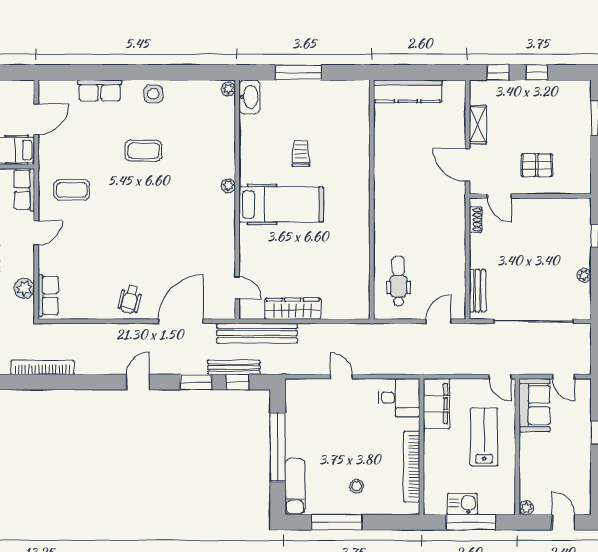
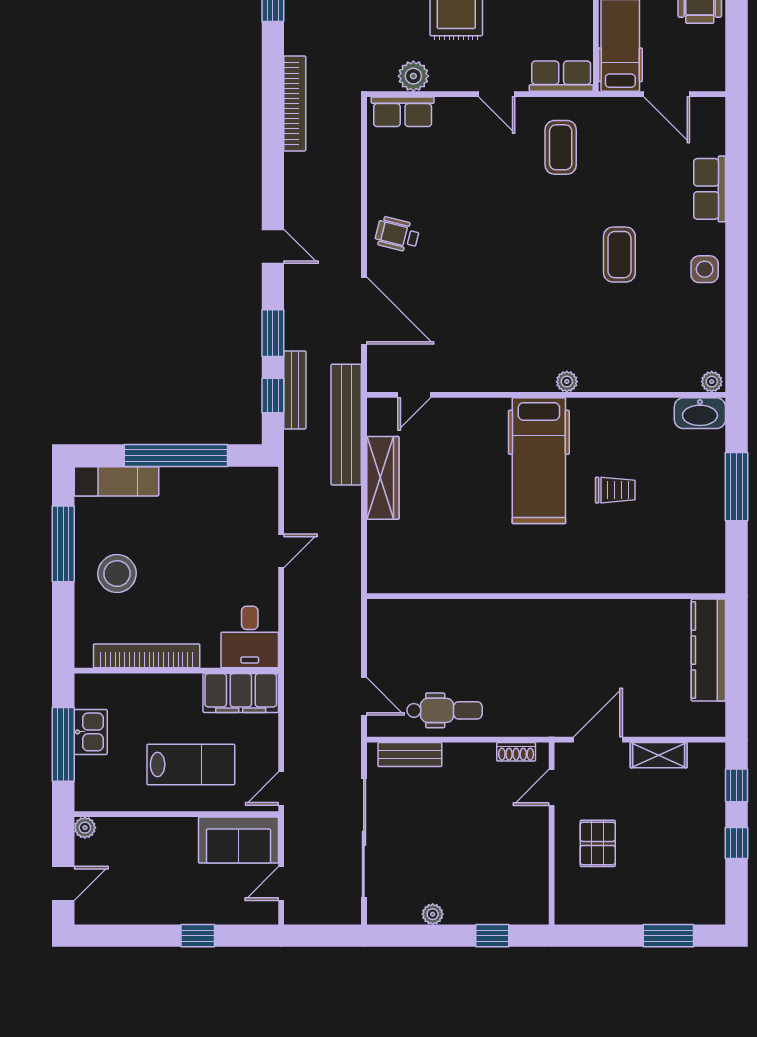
dental chair: (398, 281) -> (445, 710), moved
stool: (357, 486) -> (117, 574), width x1.89, depth x1.89

